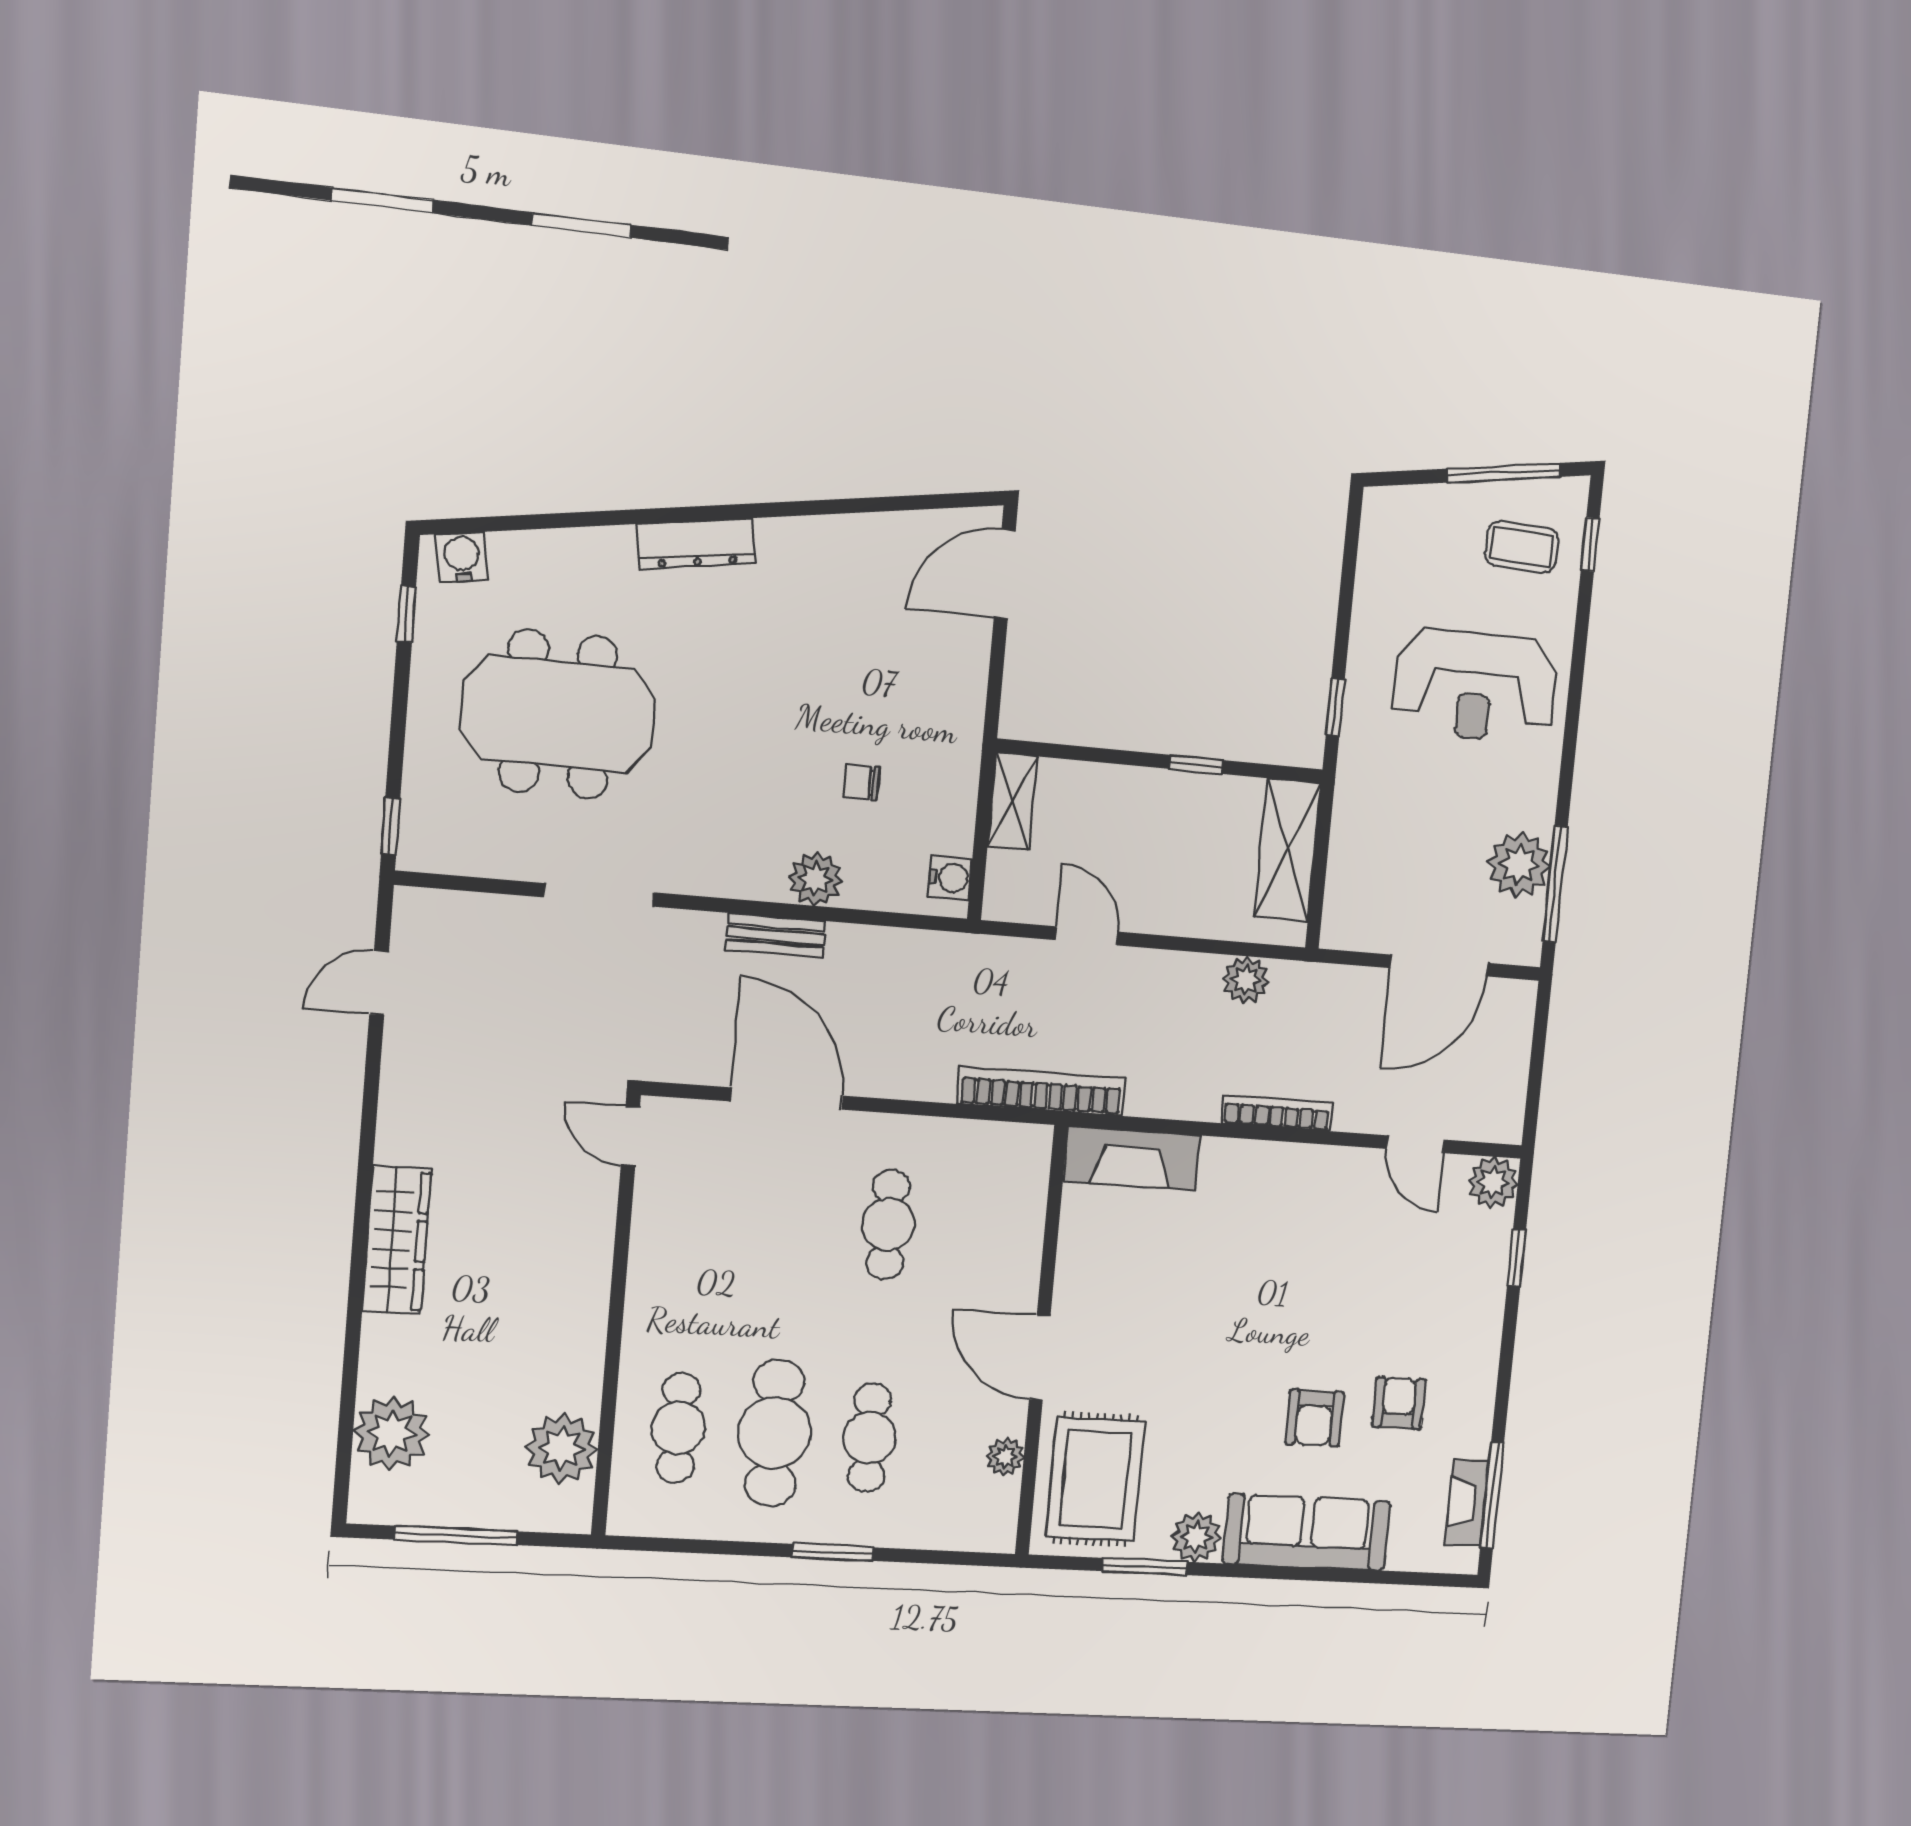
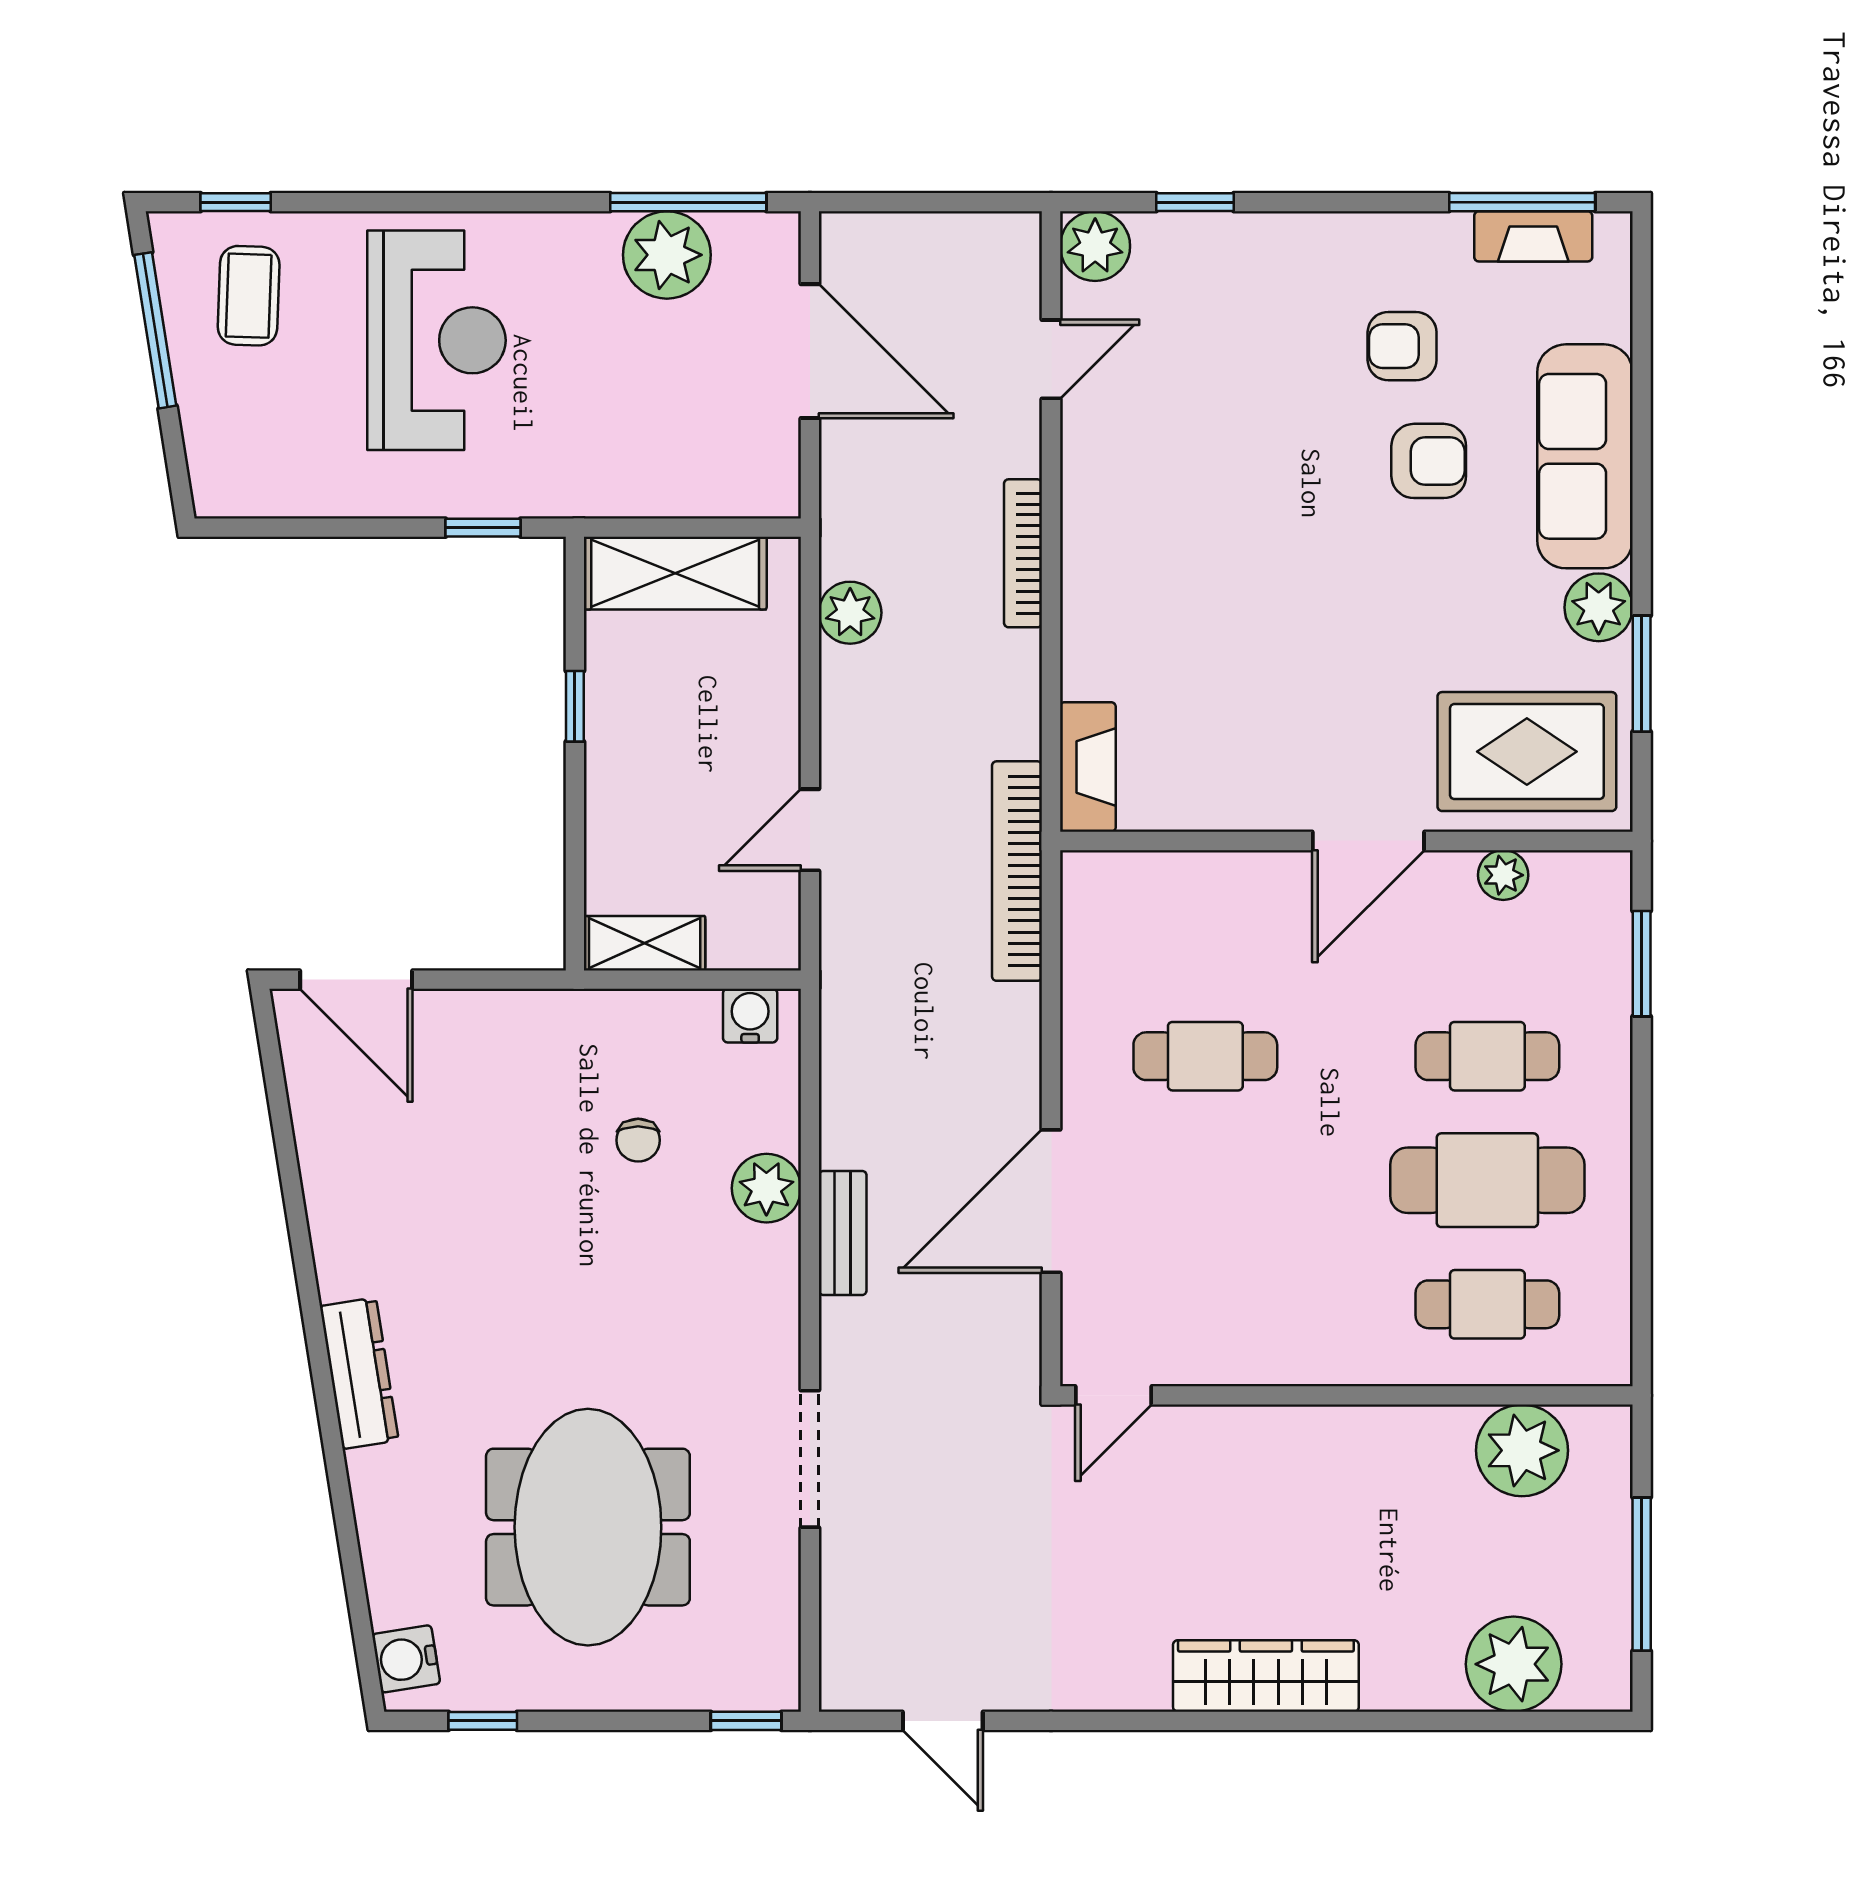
fireplace: (1132, 1158) -> (1088, 767), width x0.73, depth x0.76
window: (833, 1552) -> (1642, 964), moved

